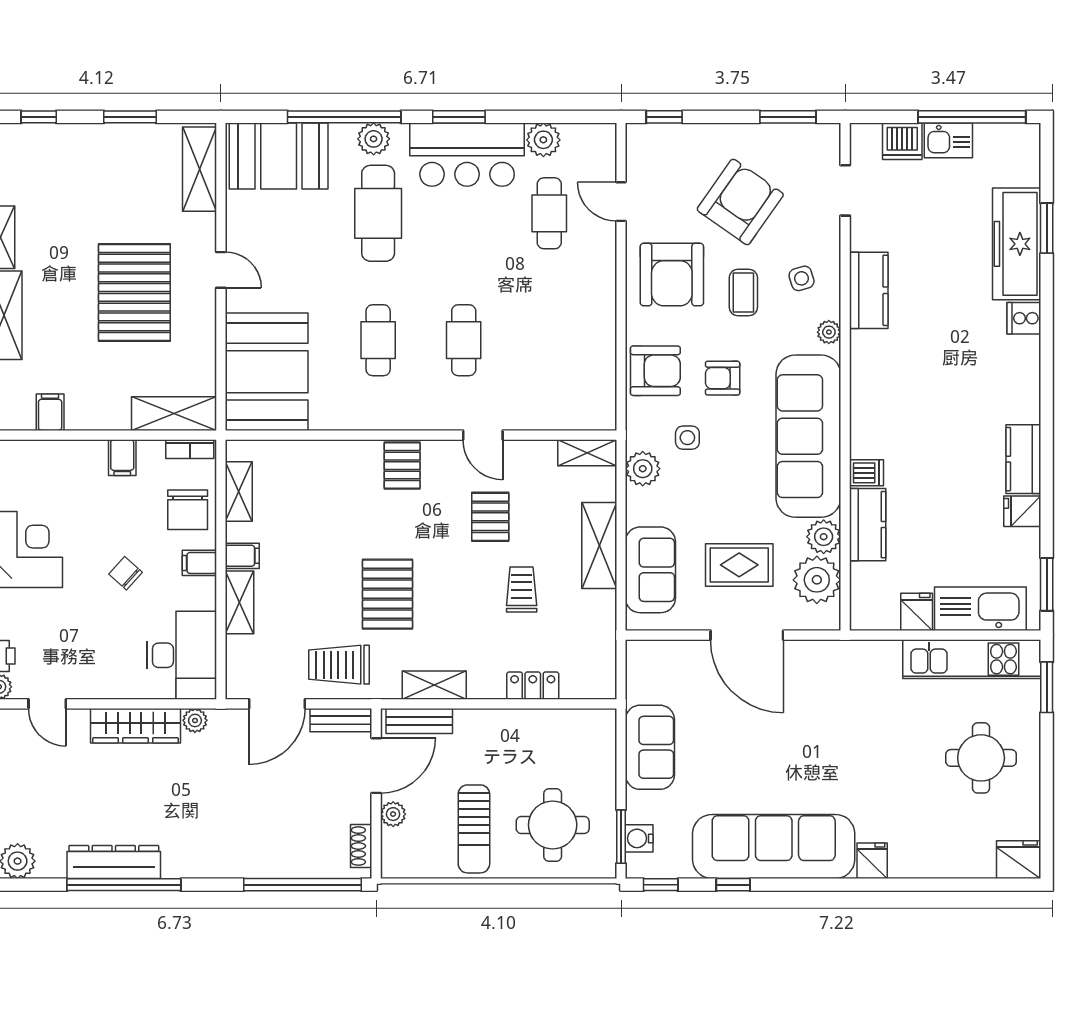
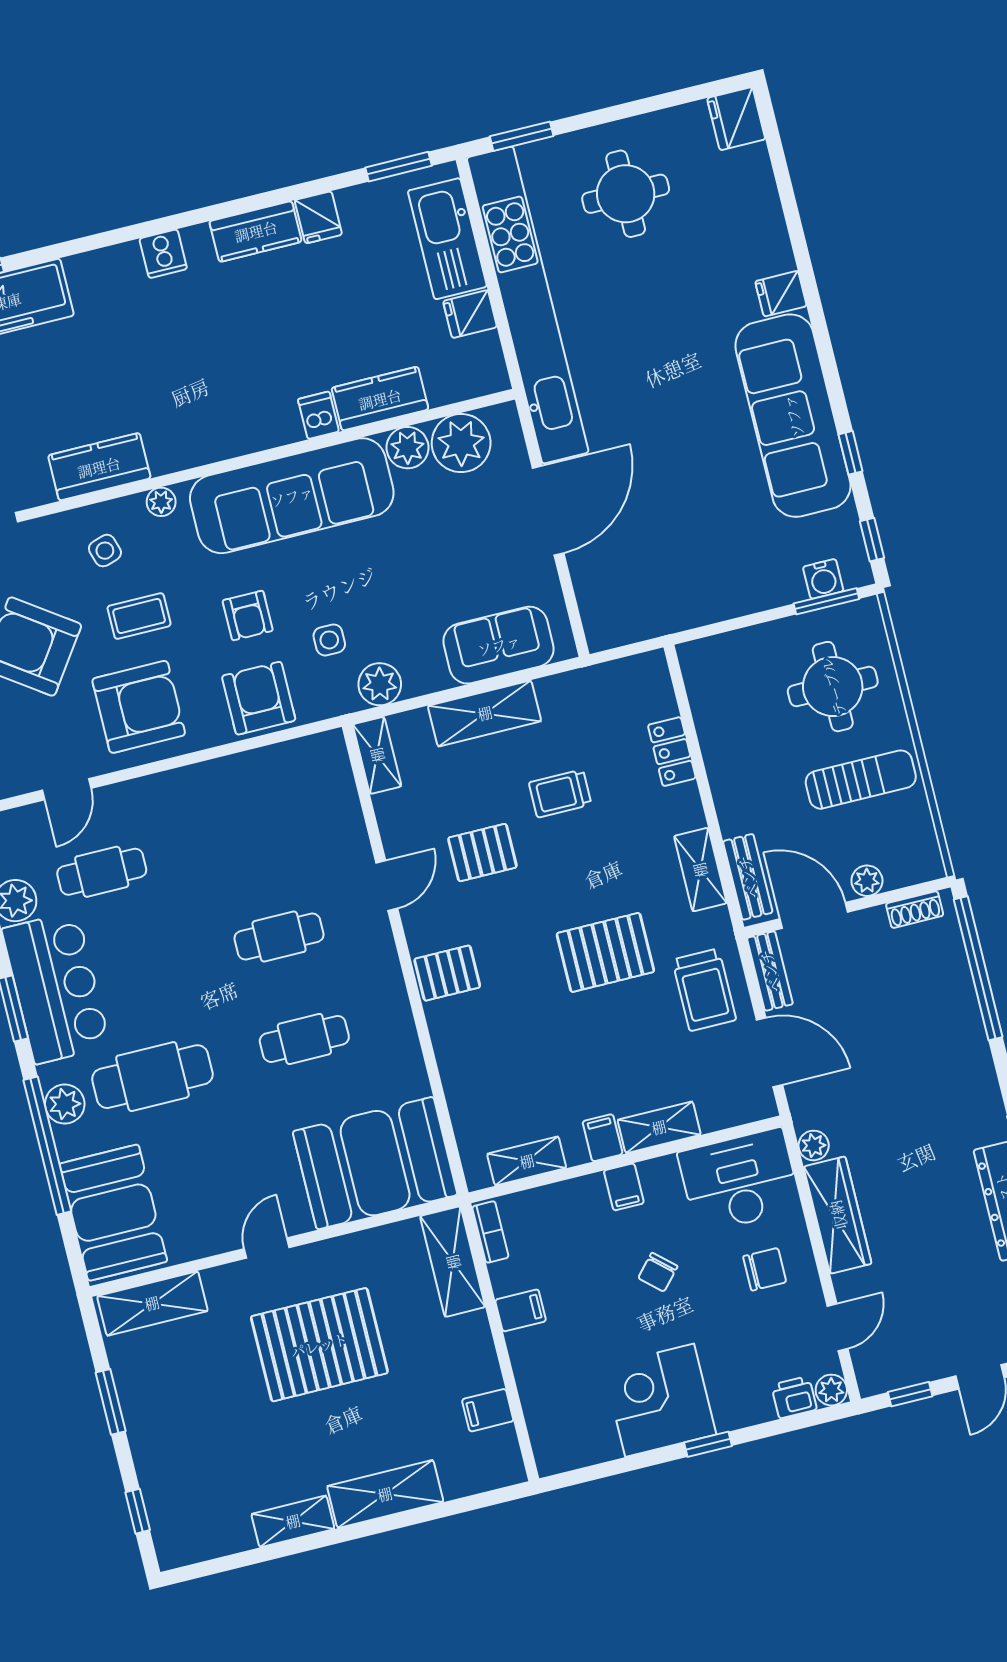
cooker: (1024, 318) -> (163, 254), moved
chair: (188, 510) -> (765, 1269), moved, width x0.73, depth x0.73
rug: (739, 565) -> (466, 540), removed
kitchen unit: (972, 659) -> (528, 305), width x1.86
sofa: (650, 747) -> (711, 593), removed

